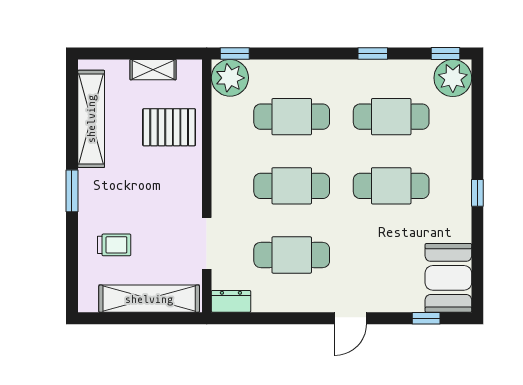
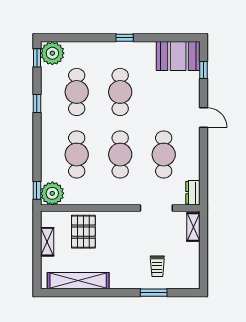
window: (72, 191) -> (154, 293), moved
trolley: (114, 245) -> (157, 266), turned 180
shelving: (149, 299) -> (193, 227), width x0.45, depth x0.75

